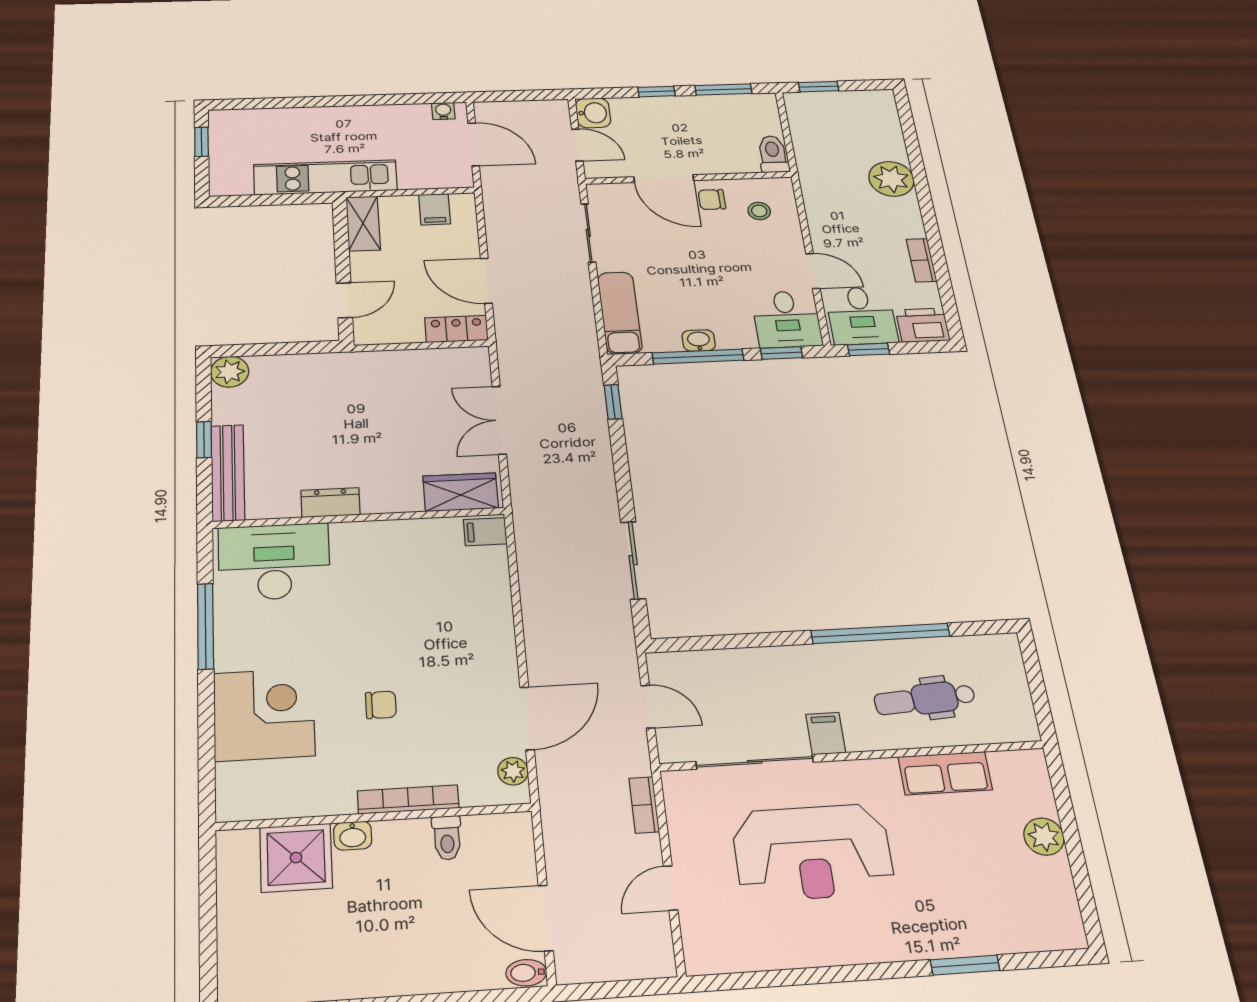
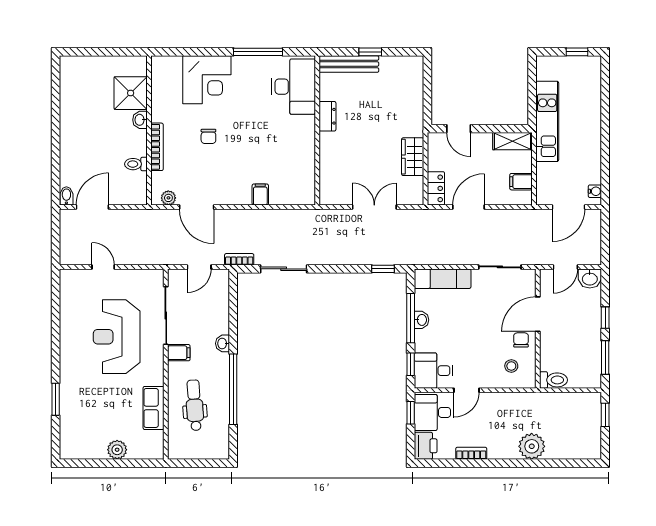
plant: (230, 372) -> (414, 66), removed
wardrobe: (461, 492) -> (413, 157), moved, turned 180
filing cabinet: (485, 532) -> (260, 195), moved
washbasin: (794, 657) -> (223, 343), added
bookcase: (644, 805) -> (239, 259), moved

